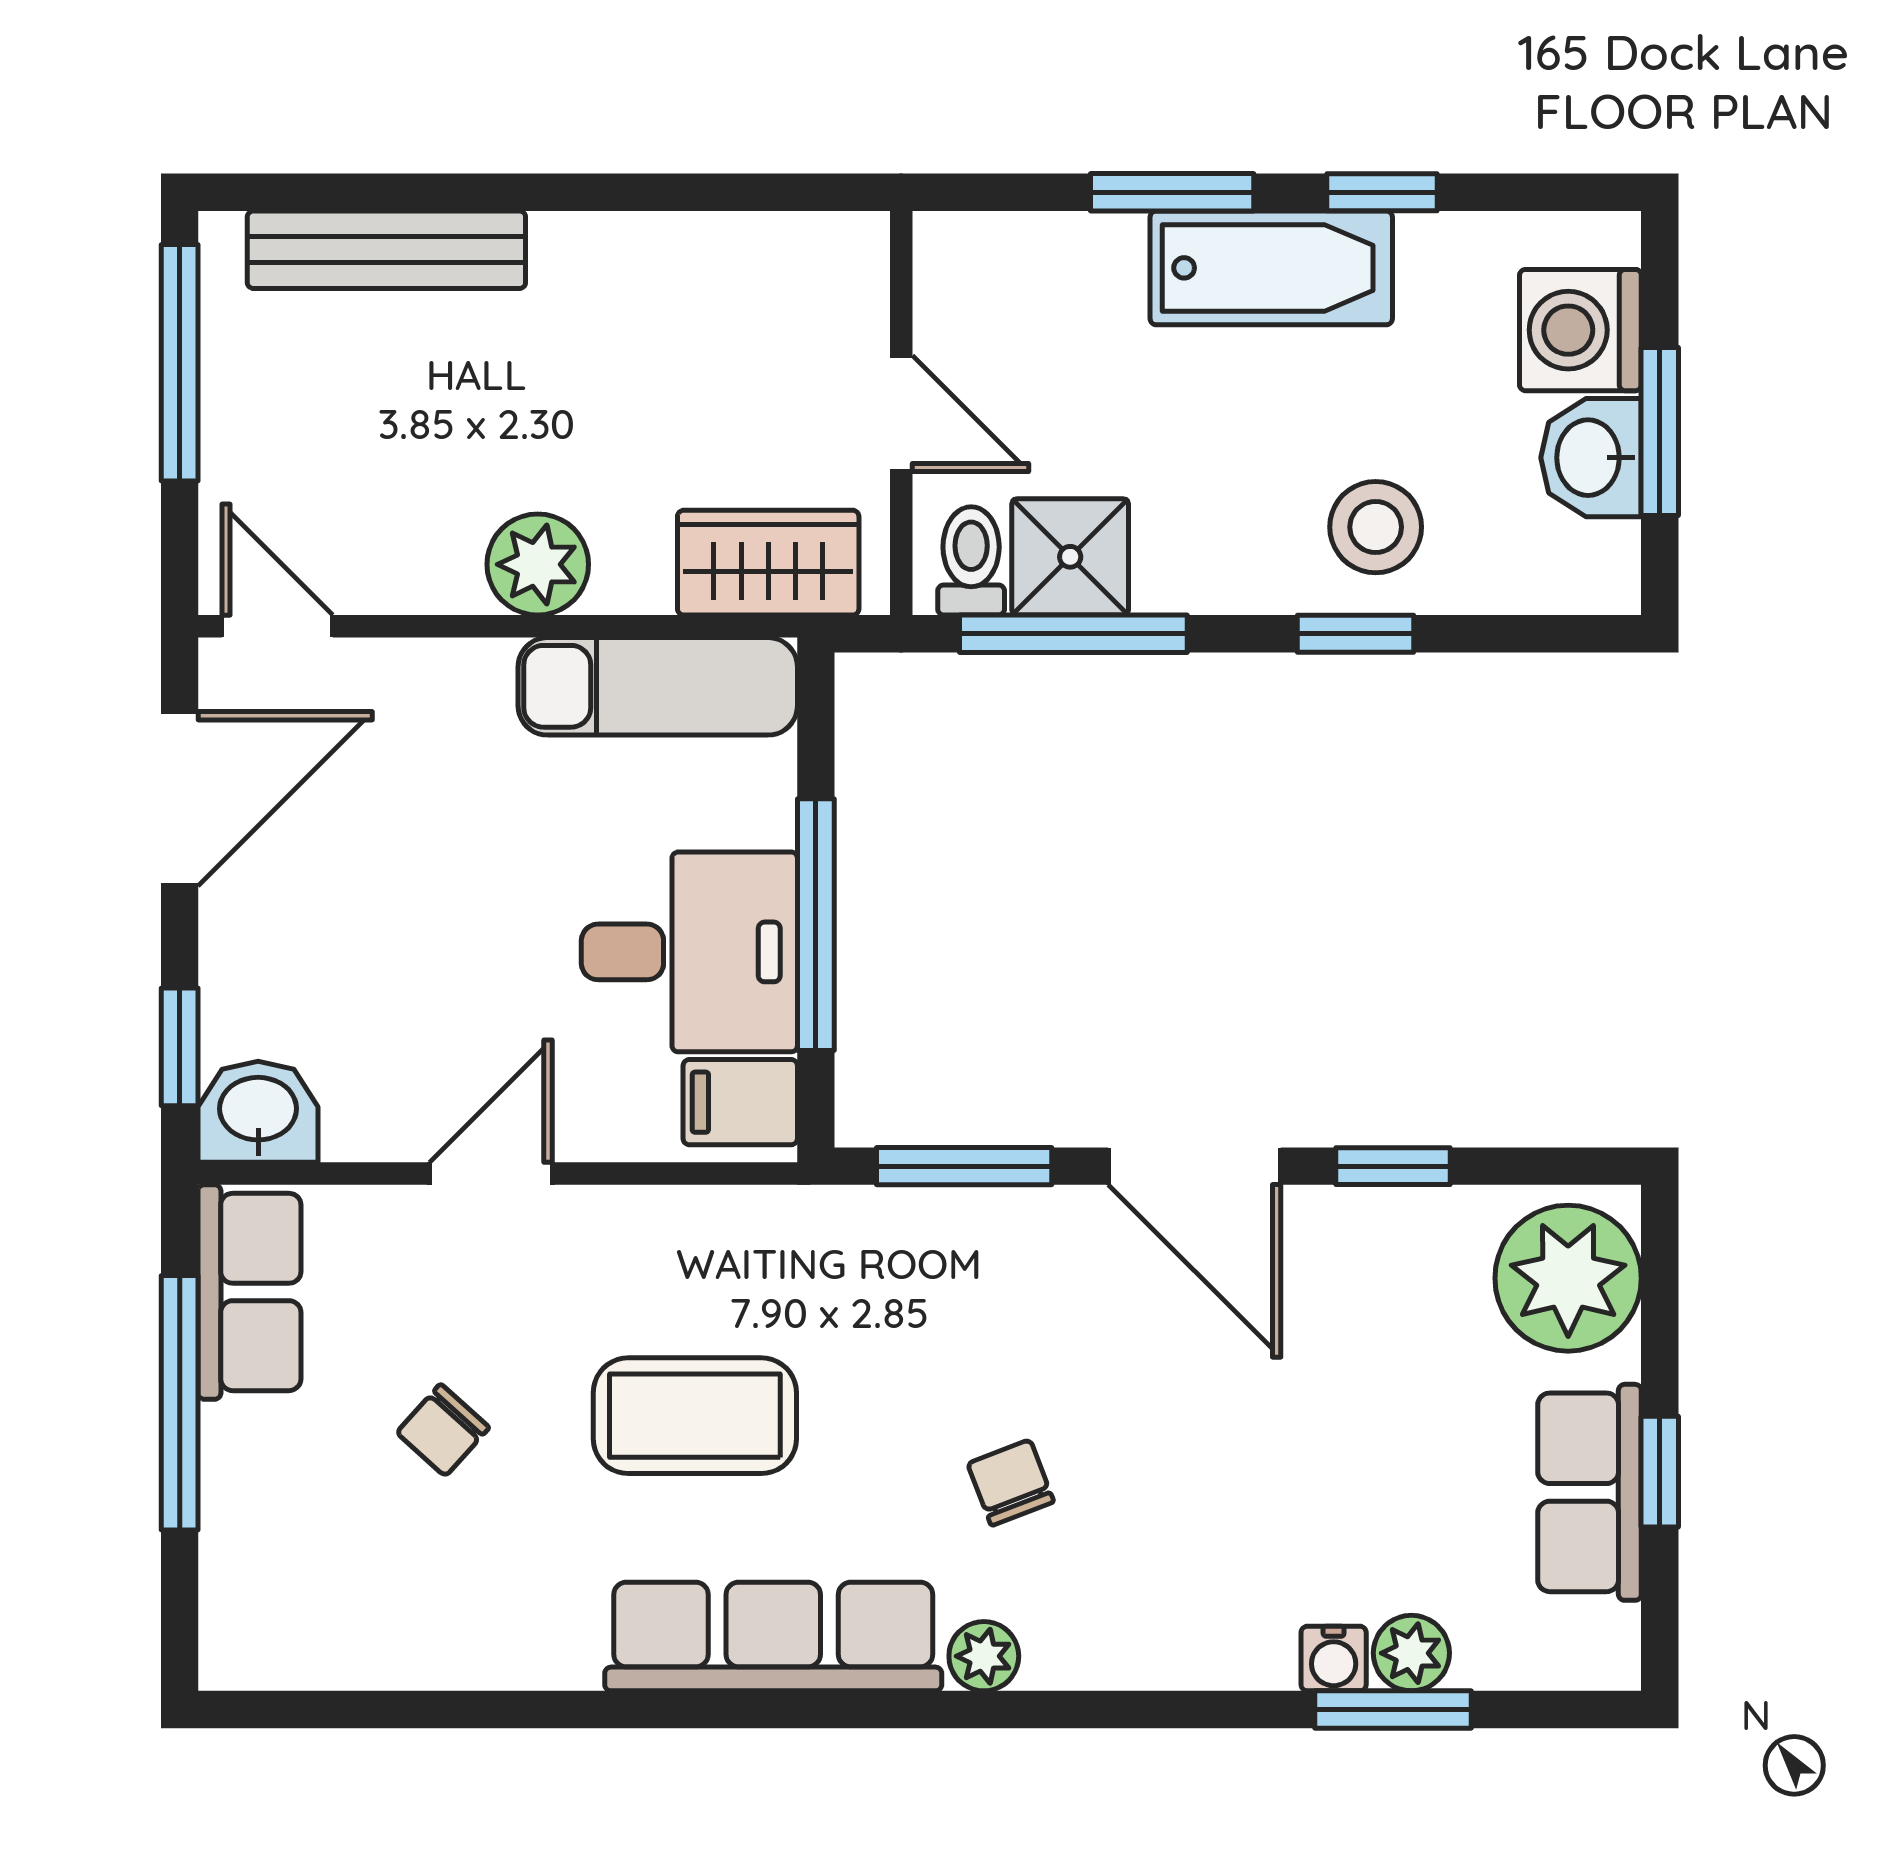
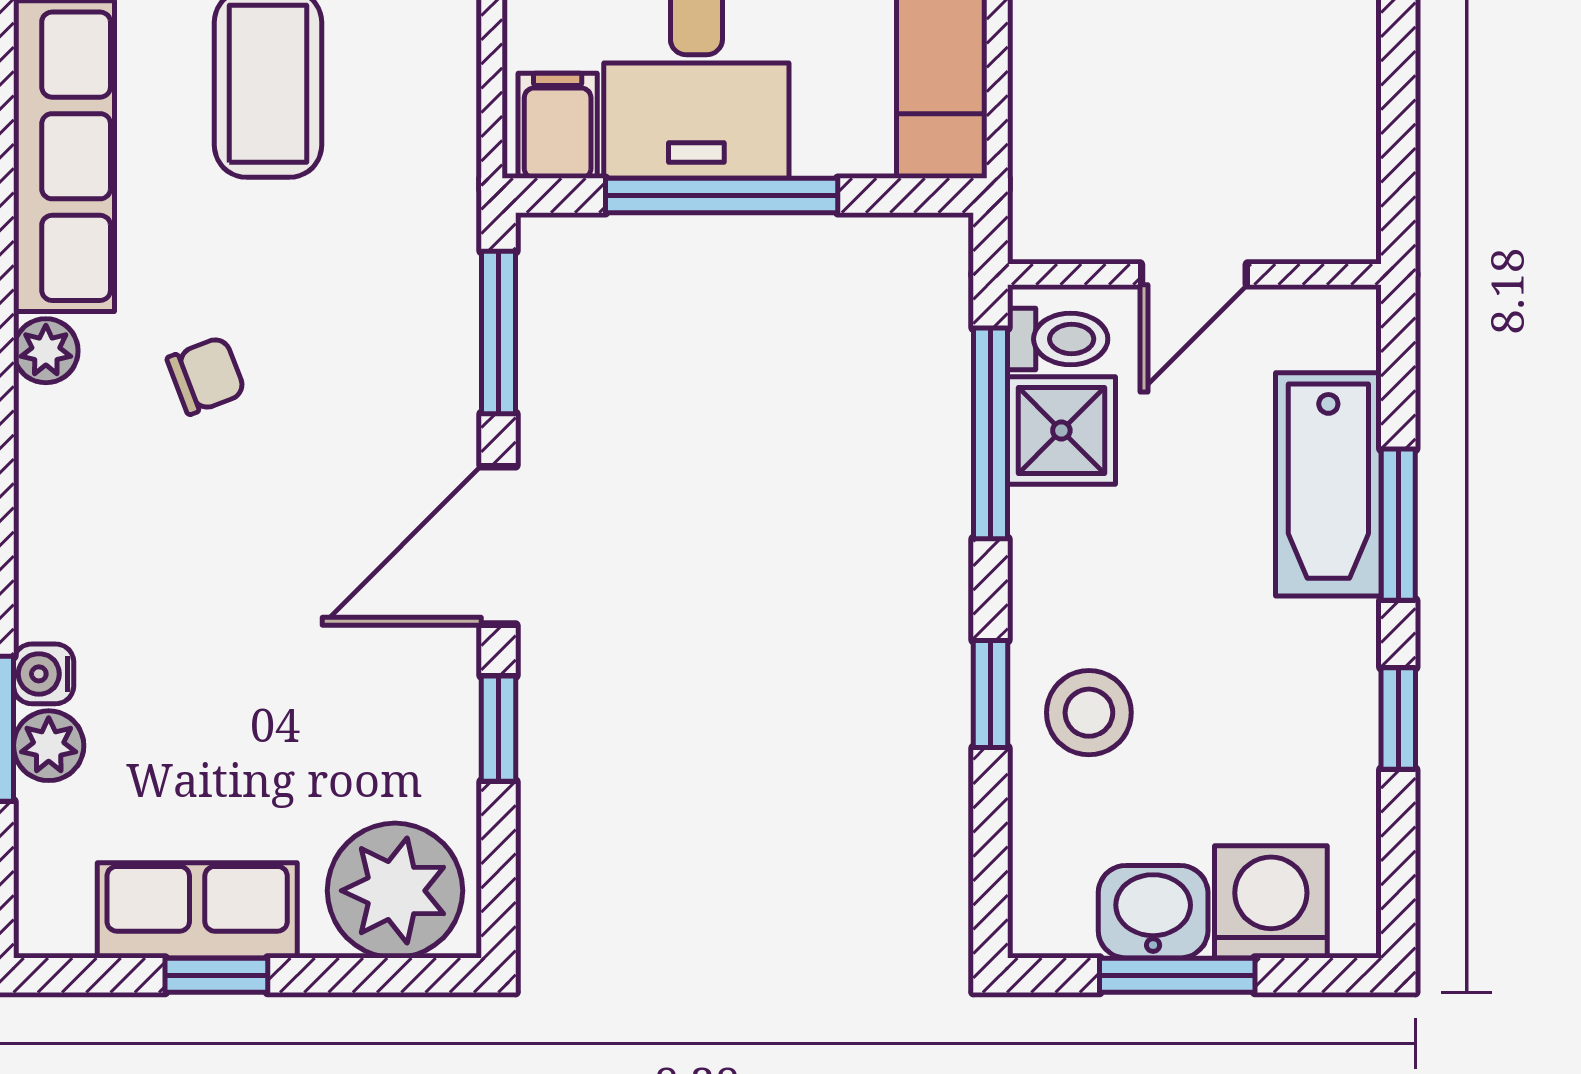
bathtub: (1271, 268) -> (1328, 484), moved
wardrobe: (768, 563) -> (1056, 152), removed

